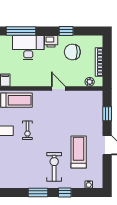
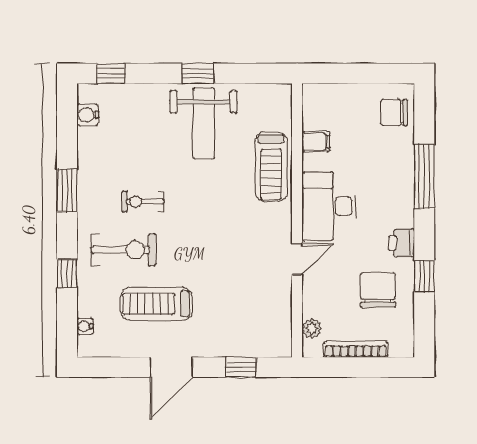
desk: (28, 48) -> (329, 206), moved, turned 180
exercise bike: (27, 130) -> (143, 202), moved
treadmill: (79, 152) -> (156, 304), turned 180
window: (38, 192) -> (67, 190), moved

